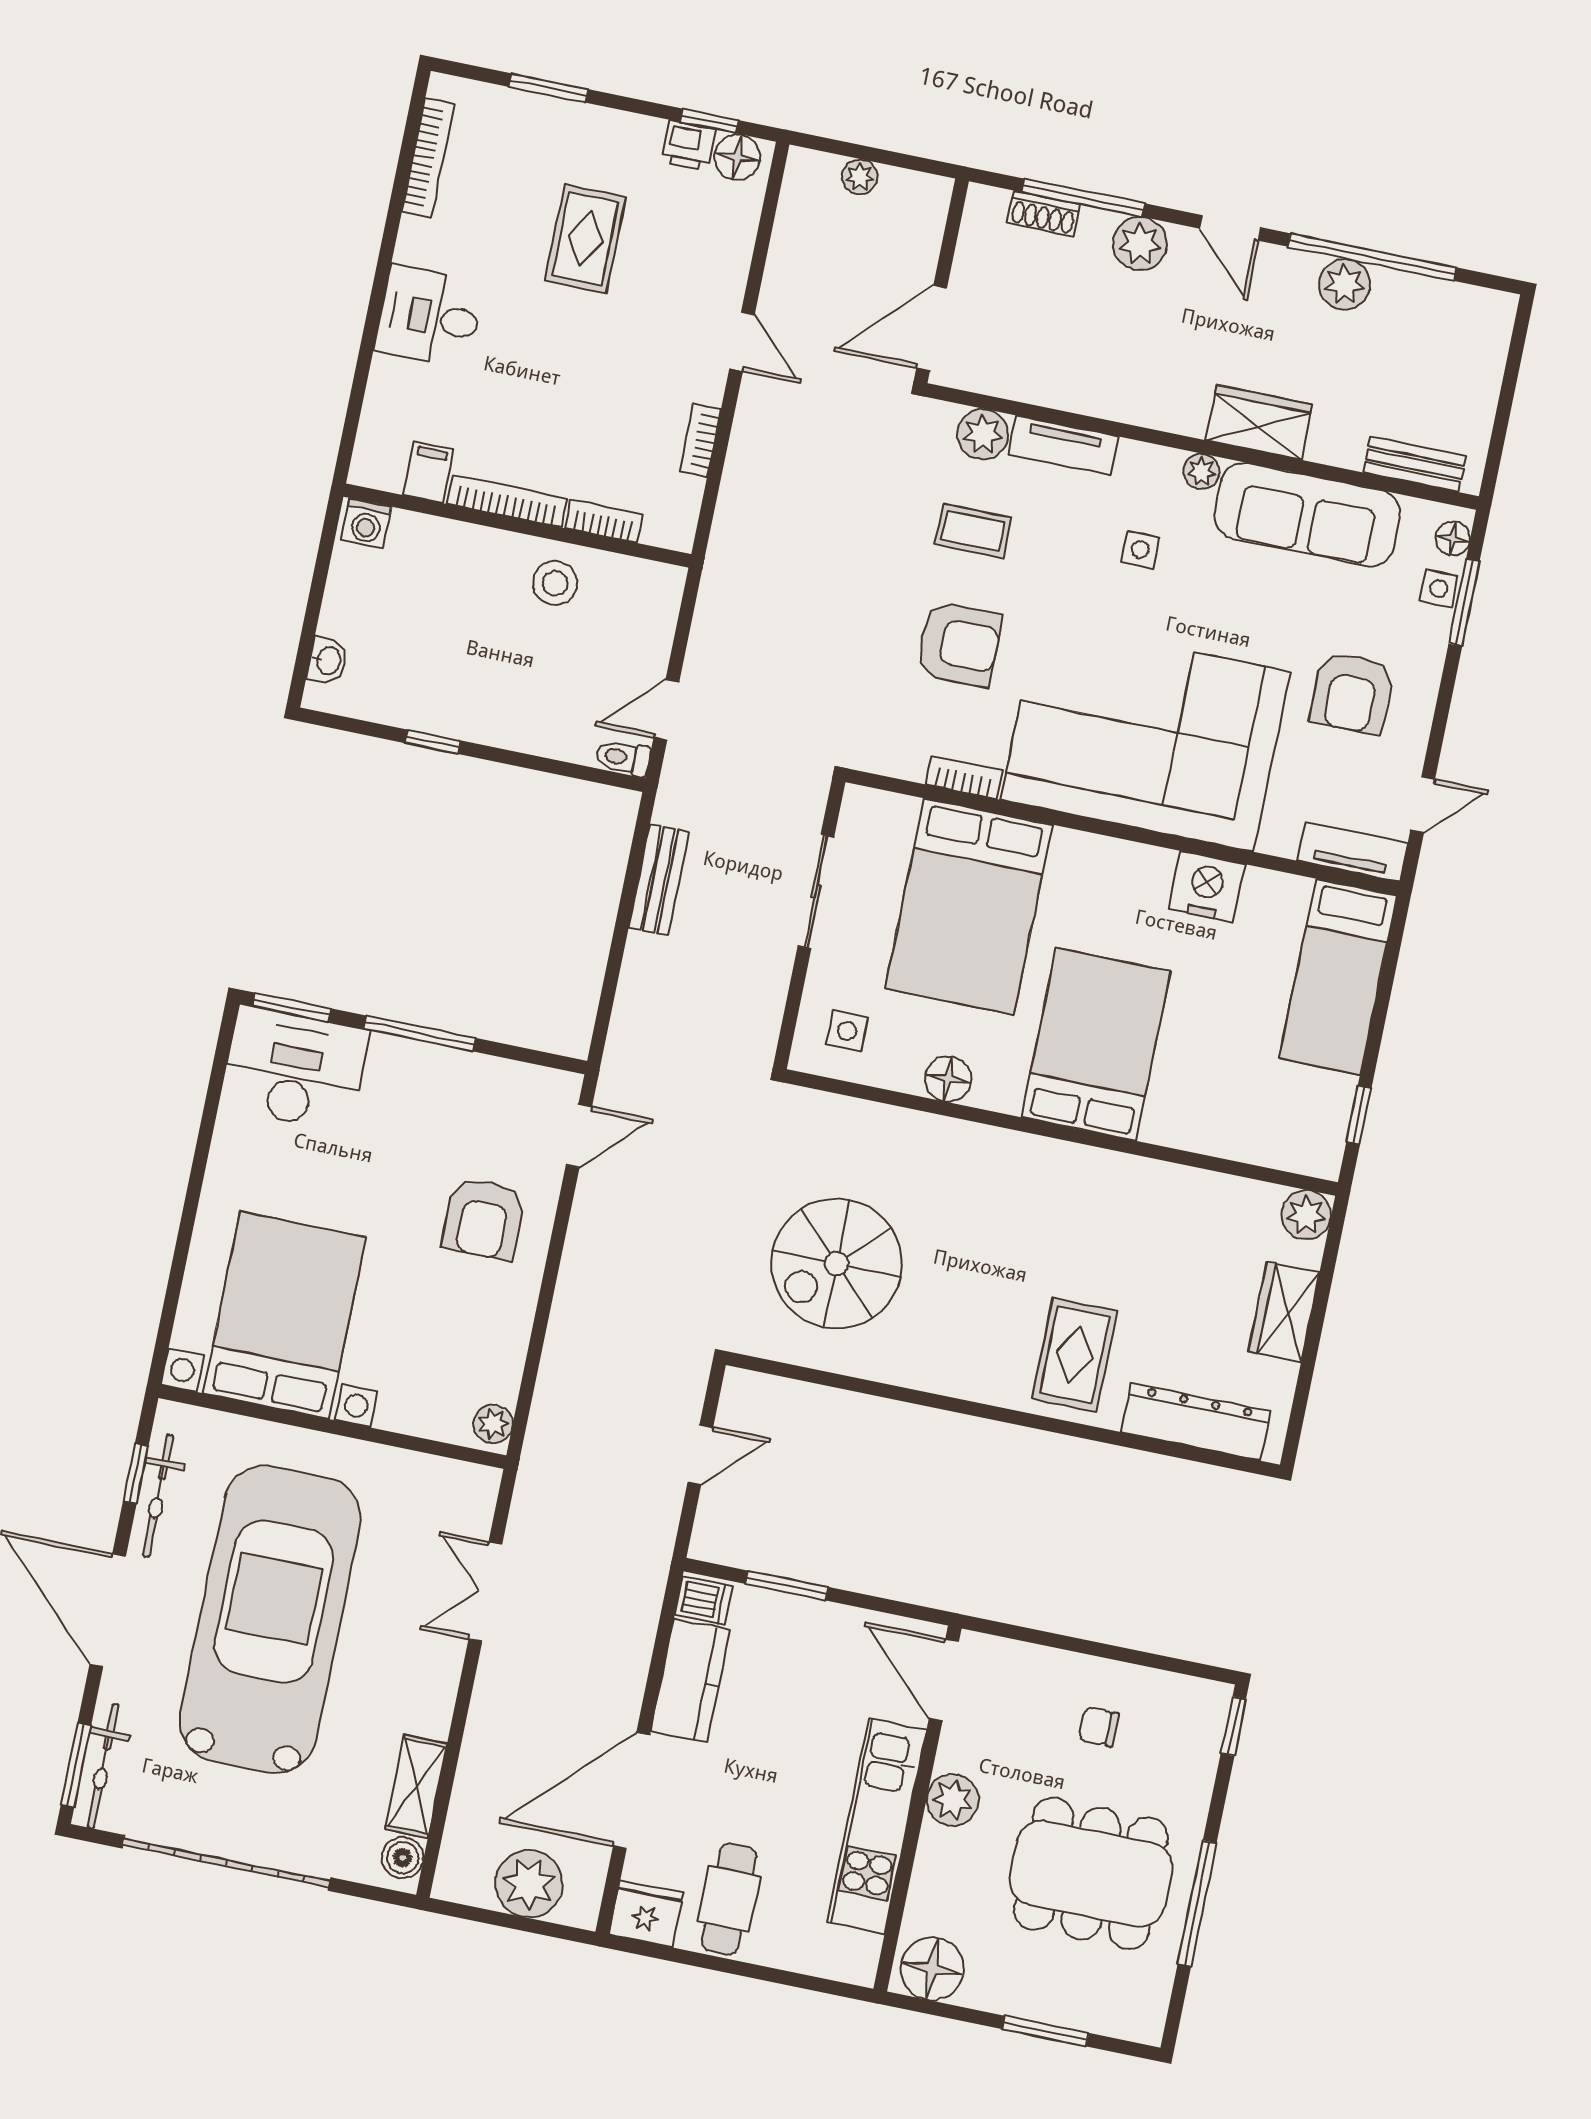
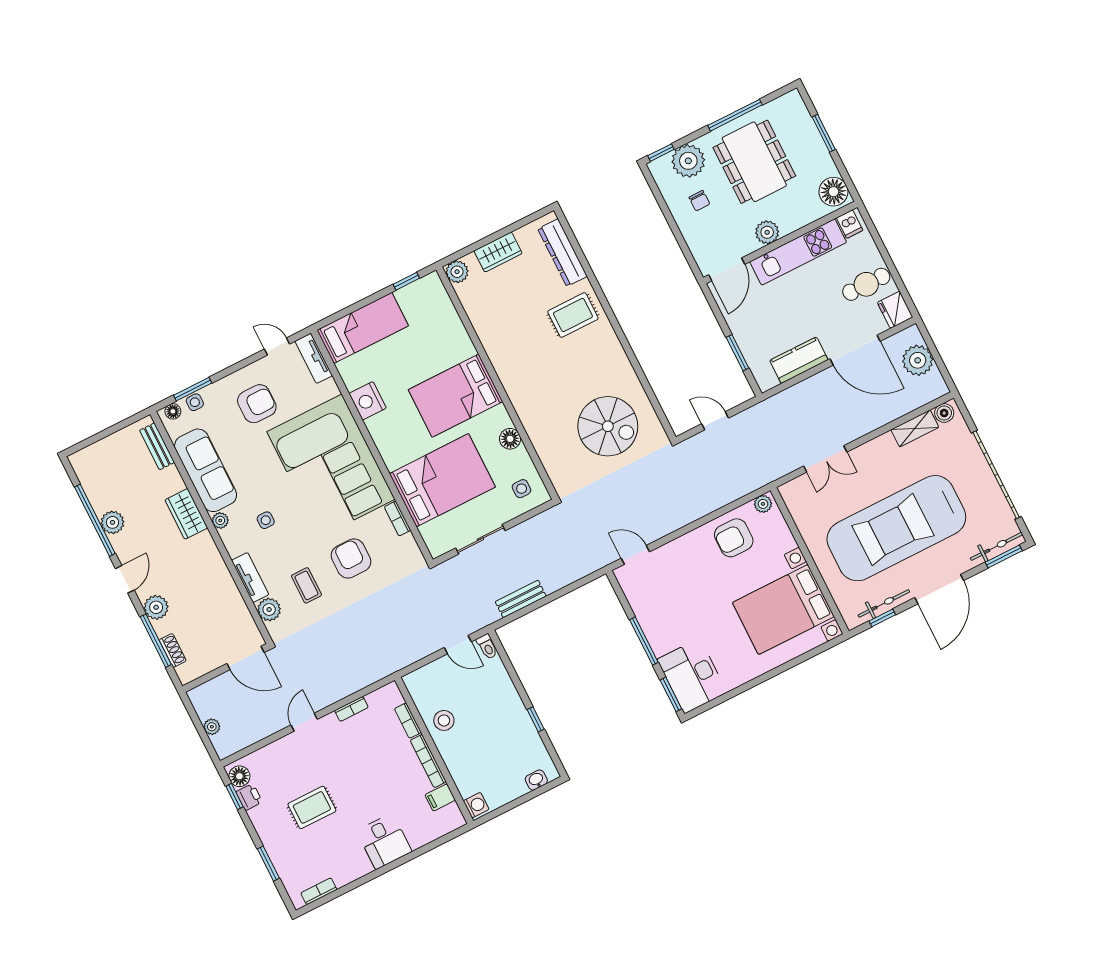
bookcase: (428, 158) -> (319, 891), width x0.64
armchair: (484, 1219) -> (734, 538), moved, turned 180
dishwasher: (704, 1600) -> (850, 224), moved, turned 180
plant: (1182, 1762) -> (688, 161), added

